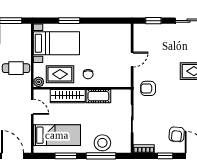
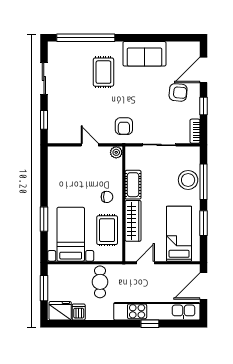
plant: (39, 82) -> (116, 152), moved

